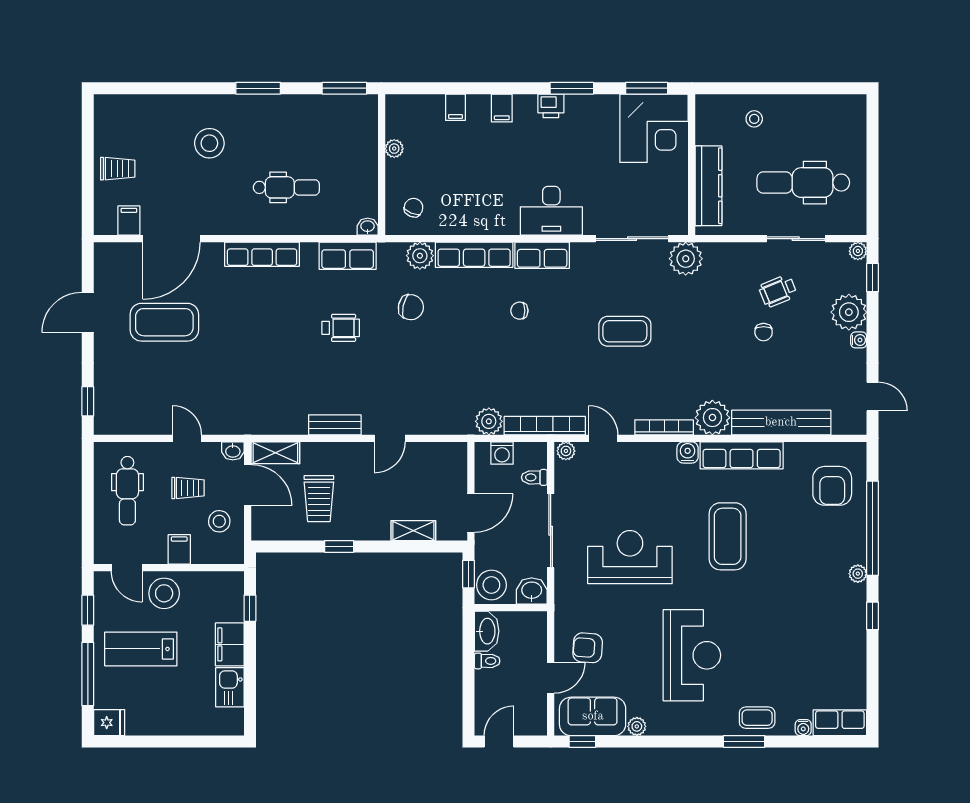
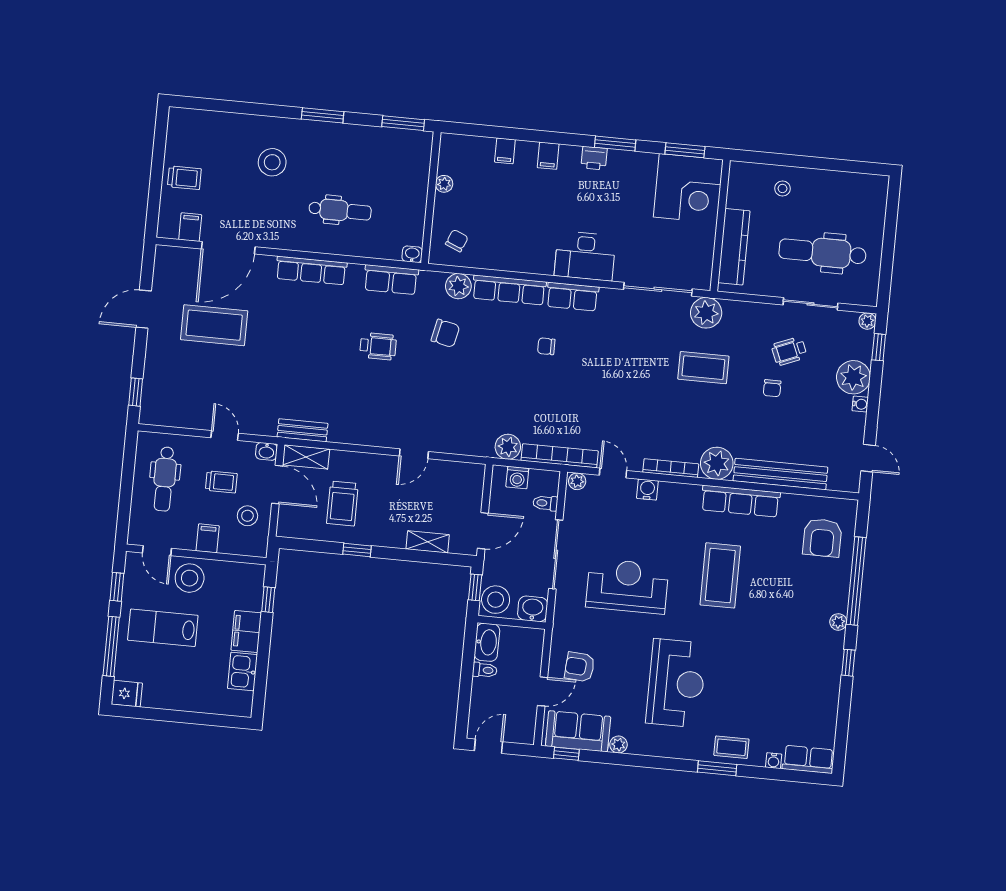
coffee table: (625, 331) -> (703, 368), moved
bench: (335, 425) -> (303, 430), moved
water cooler: (688, 452) -> (647, 490), moved

